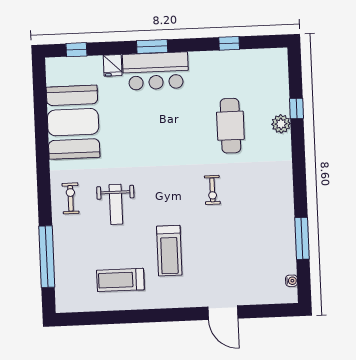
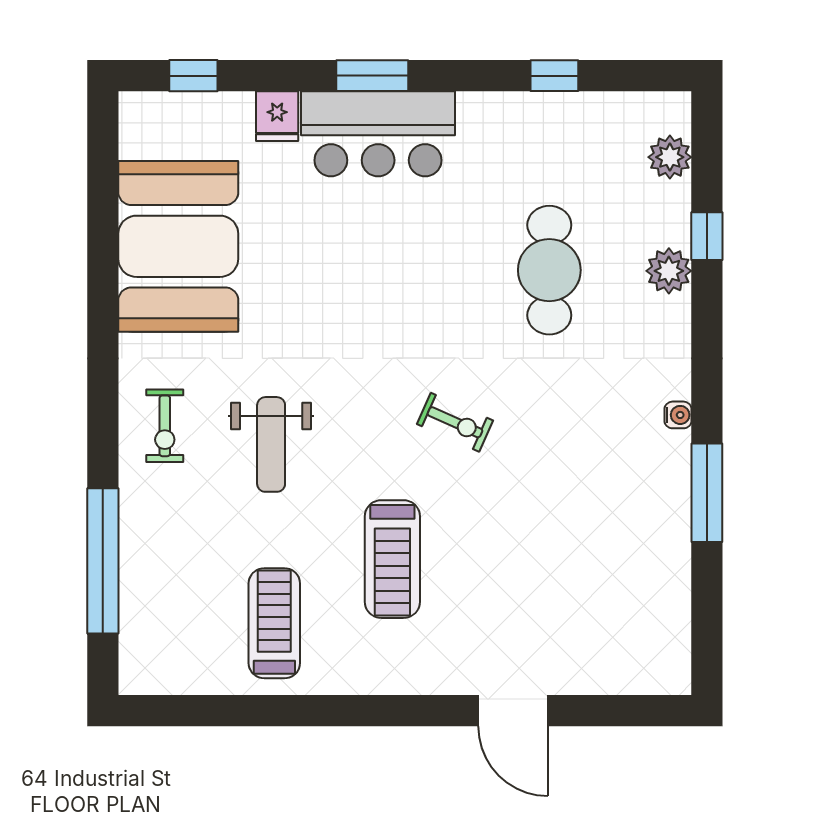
plant: (279, 76) -> (670, 157), added
exercise bike: (212, 190) -> (455, 422), moved, turned -66
exercise bike: (71, 198) -> (165, 426), turned 180
window: (302, 238) -> (707, 493), moved
treadmill: (120, 280) -> (274, 623), turned 90
water cooler: (291, 281) -> (678, 415), moved

